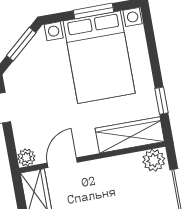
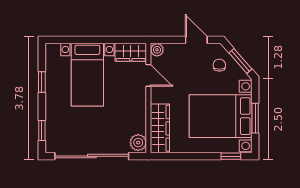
chair: (32, 71) -> (219, 65), added
window: (162, 101) -> (231, 156), moved

